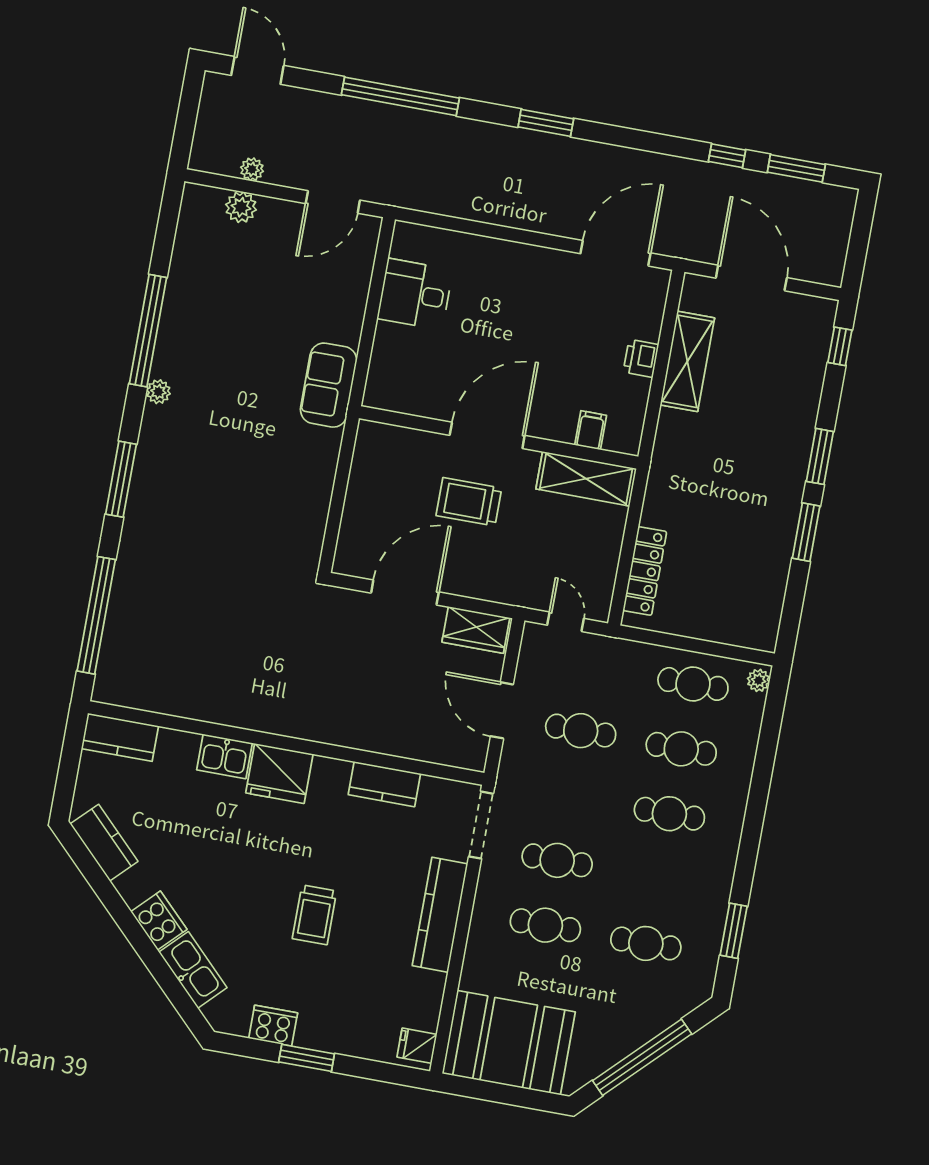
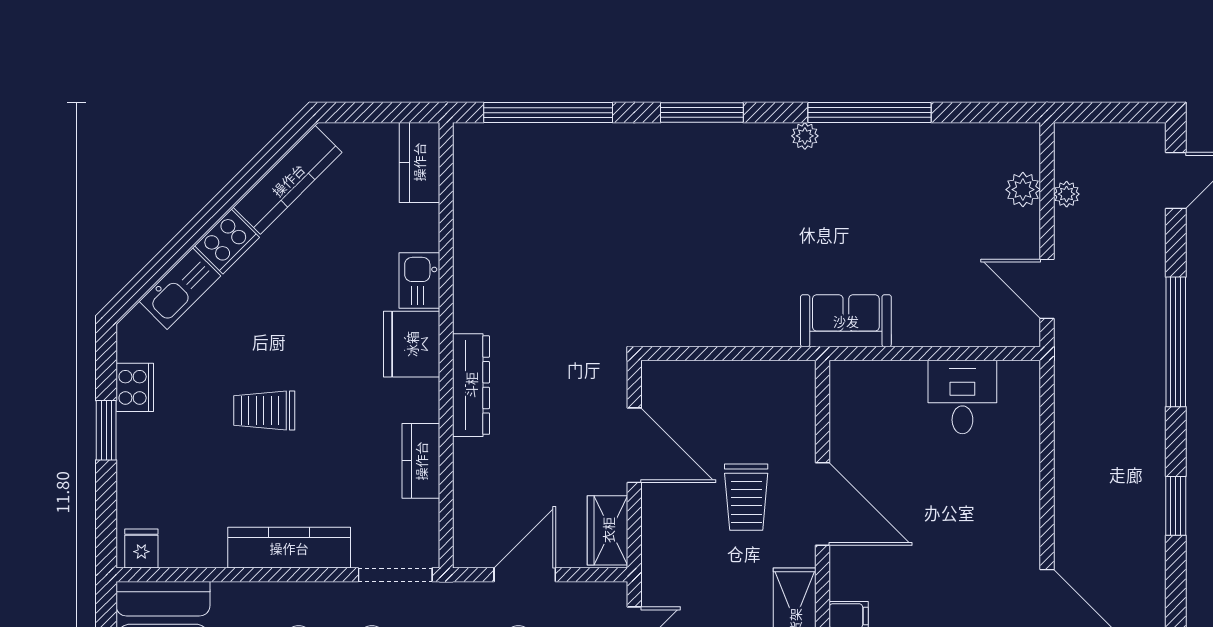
trolley: (469, 502) -> (746, 497), turned 180
dresser: (325, 727) -> (471, 385), added
kitchen counter: (104, 843) -> (288, 180), width x1.50

